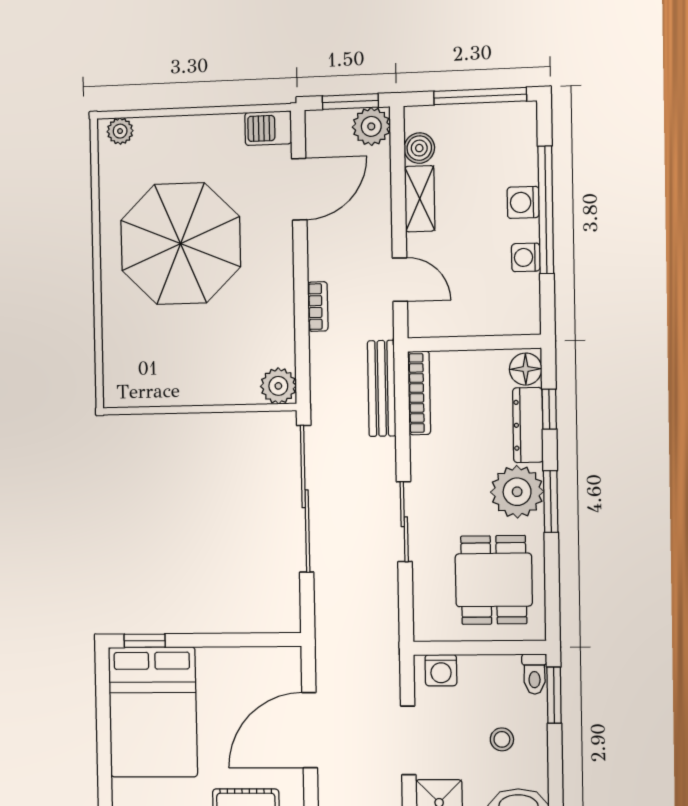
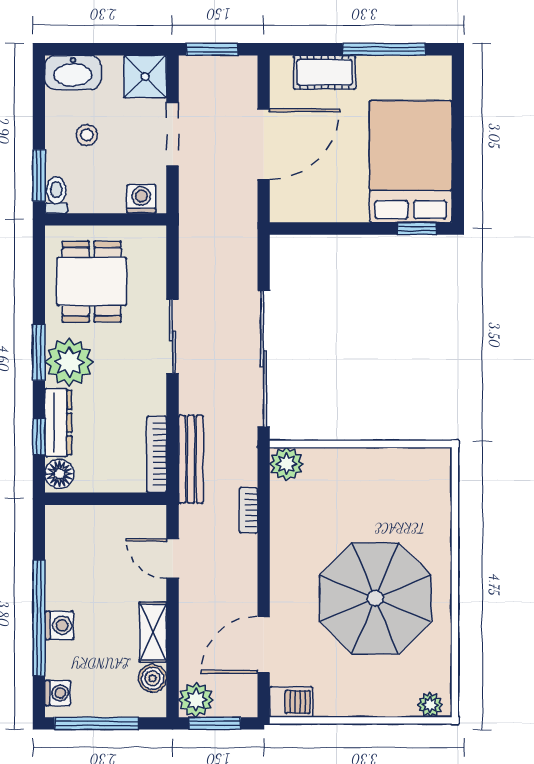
washing machine: (526, 257) -> (58, 693), moved
bookcase: (318, 307) -> (248, 510), moved

